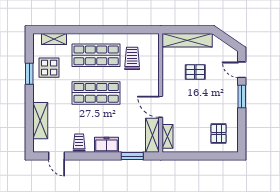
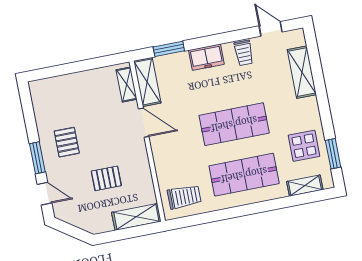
shelving: (187, 40) -> (136, 217), width x0.68
trolley: (132, 58) -> (184, 197), moved, turned -90
window: (29, 74) -> (333, 154), moved
pallet: (219, 134) -> (67, 142), moved

